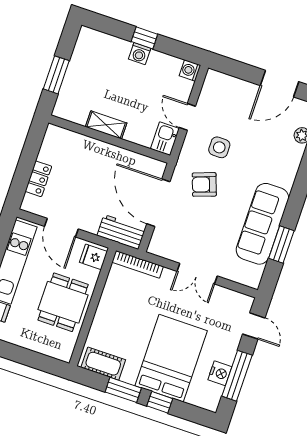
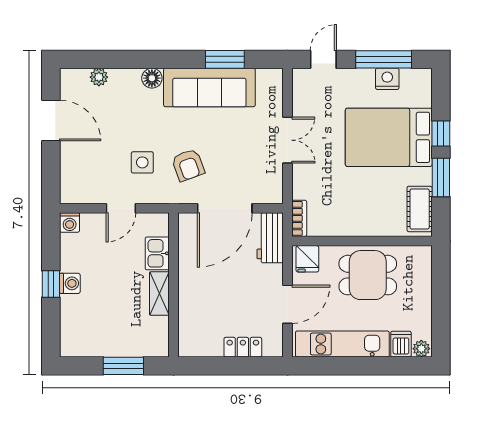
kitchen sink: (165, 139) -> (157, 253), moved, turned 90
floor lamp: (286, 179) -> (152, 78), added
bookcase: (138, 264) -> (299, 218), width x0.64

